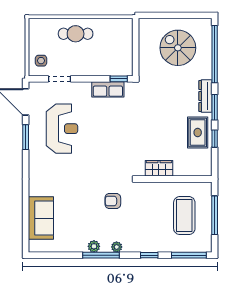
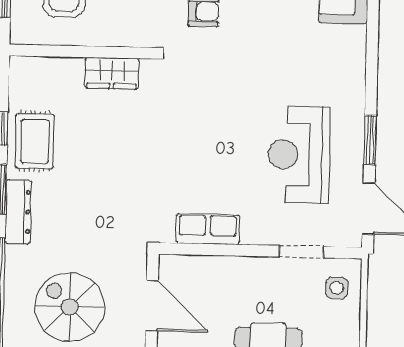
spiral stairs: (178, 48) -> (70, 307), turned 180
door: (136, 49) -> (152, 306), added
window: (119, 79) -> (186, 249), removed

